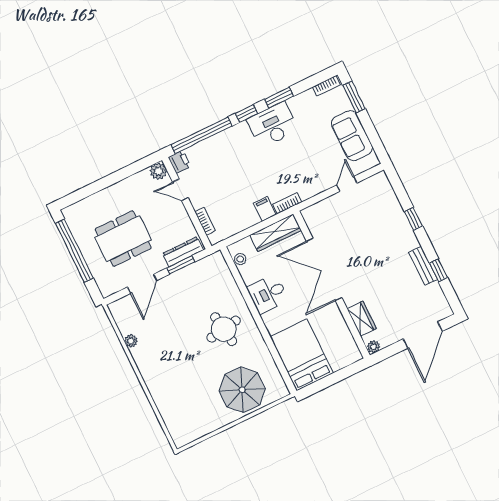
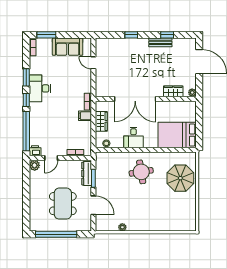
wardrobe: (275, 233) -> (101, 121), width x0.67

